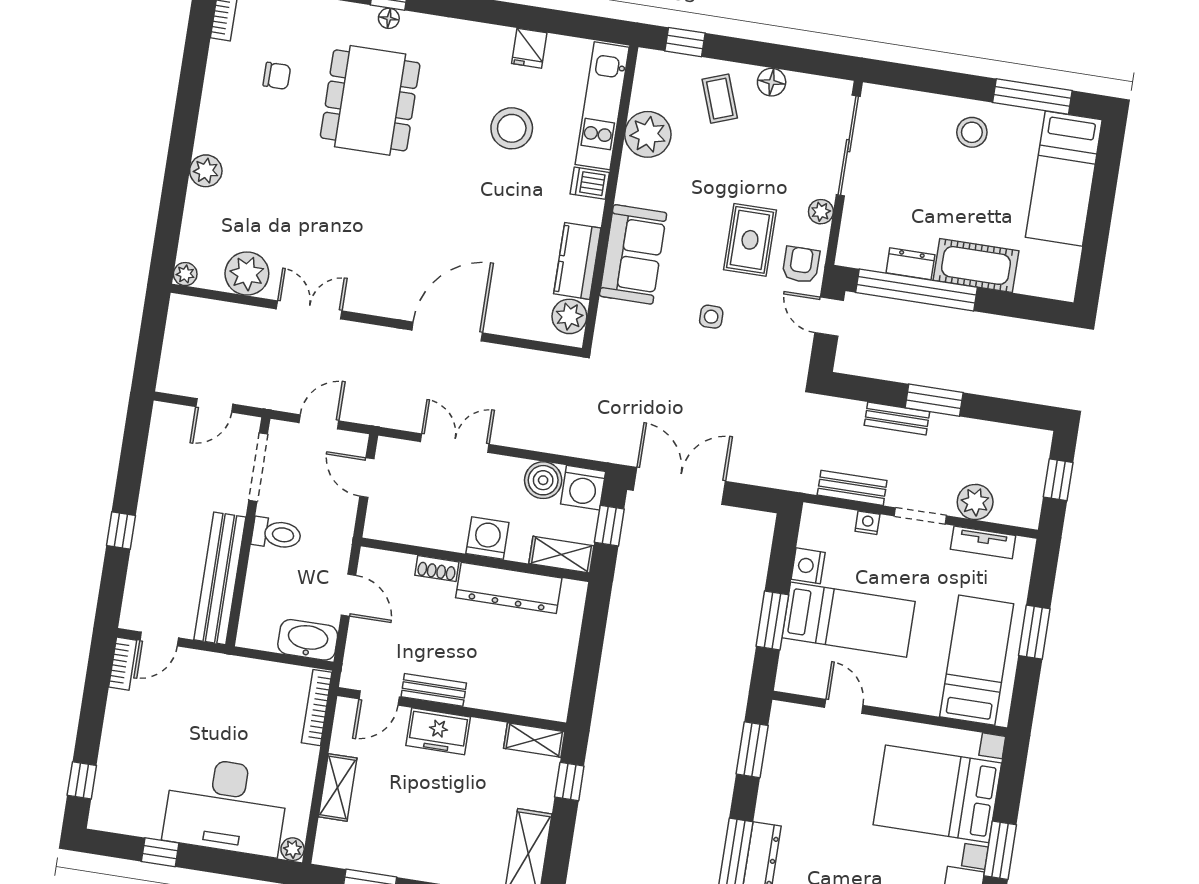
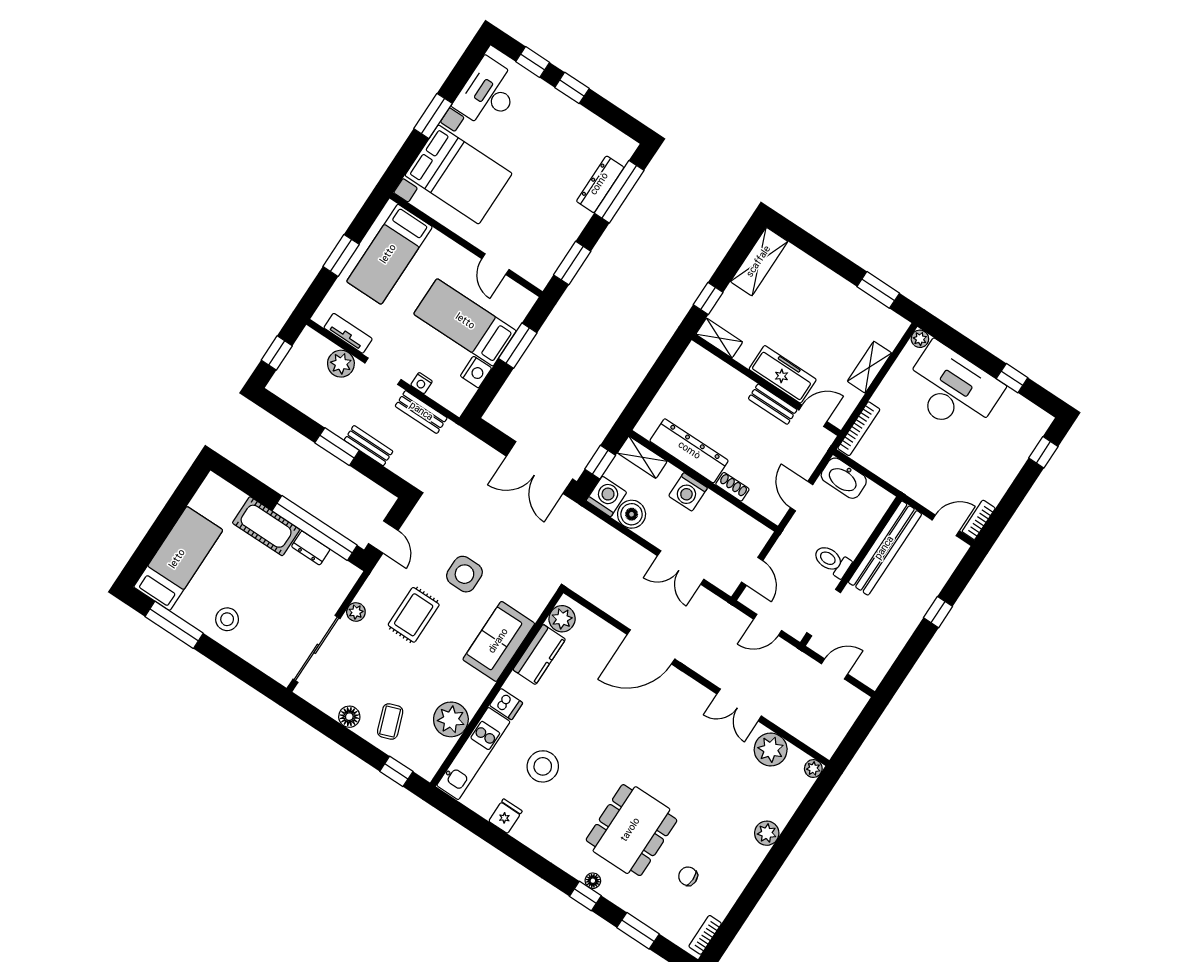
armchair: (801, 265) -> (386, 582), removed
side table: (711, 317) -> (464, 574), width x1.87, depth x1.87
freezer: (438, 731) -> (783, 374), width x1.40

